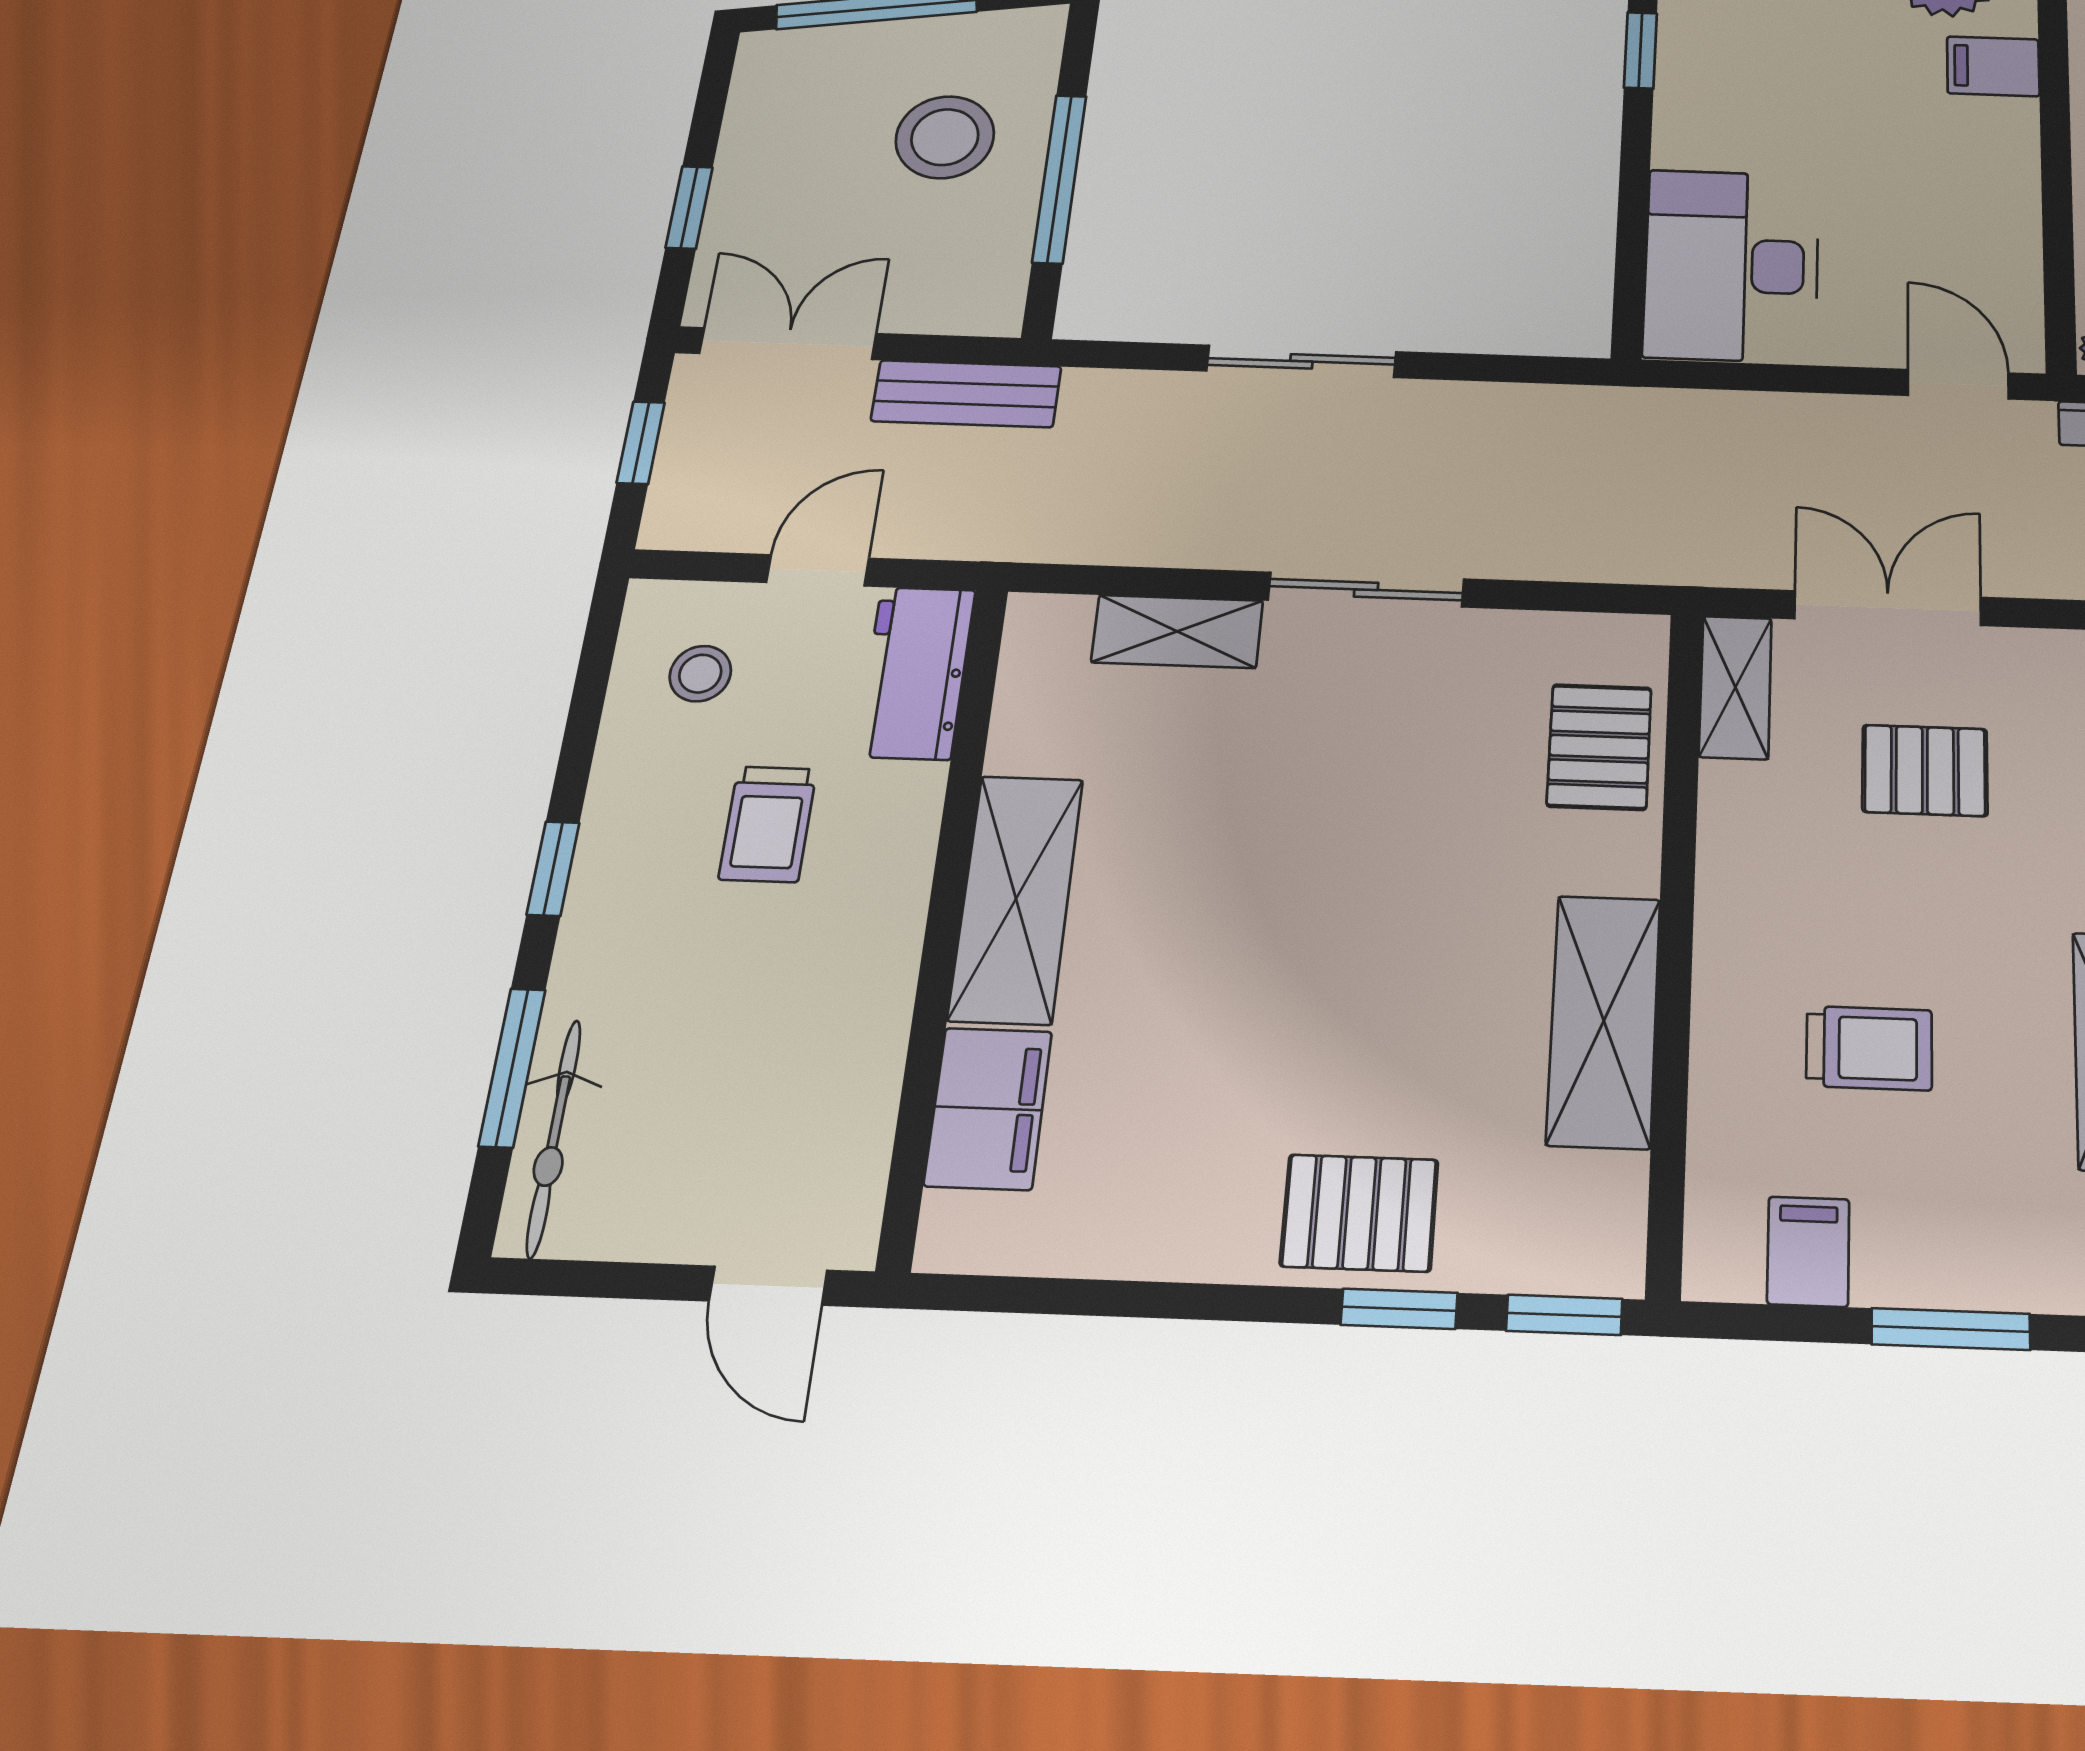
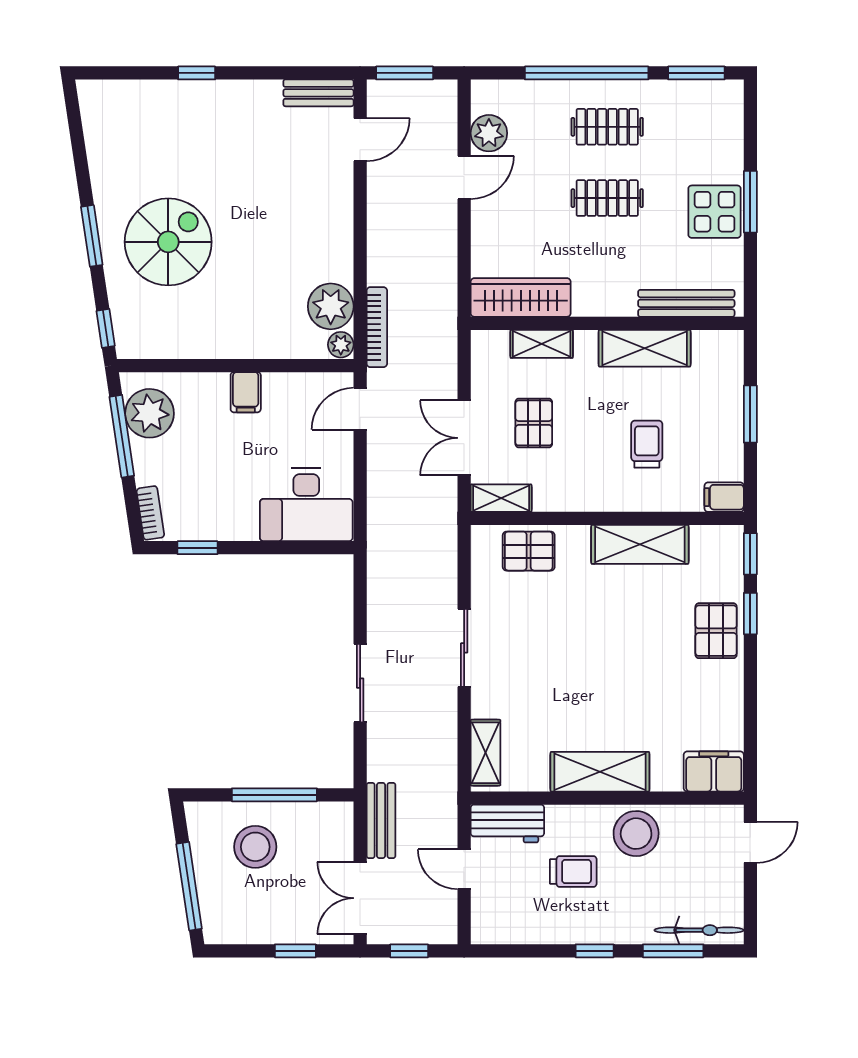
filing cabinet: (1993, 66) -> (246, 392), moved
shelving: (1177, 631) -> (485, 753), moved
stool: (700, 674) -> (636, 834), moved, width x1.89, depth x1.89
filing cabinet: (988, 1108) -> (714, 771), moved
filing cabinet: (1808, 1251) -> (724, 497), moved

